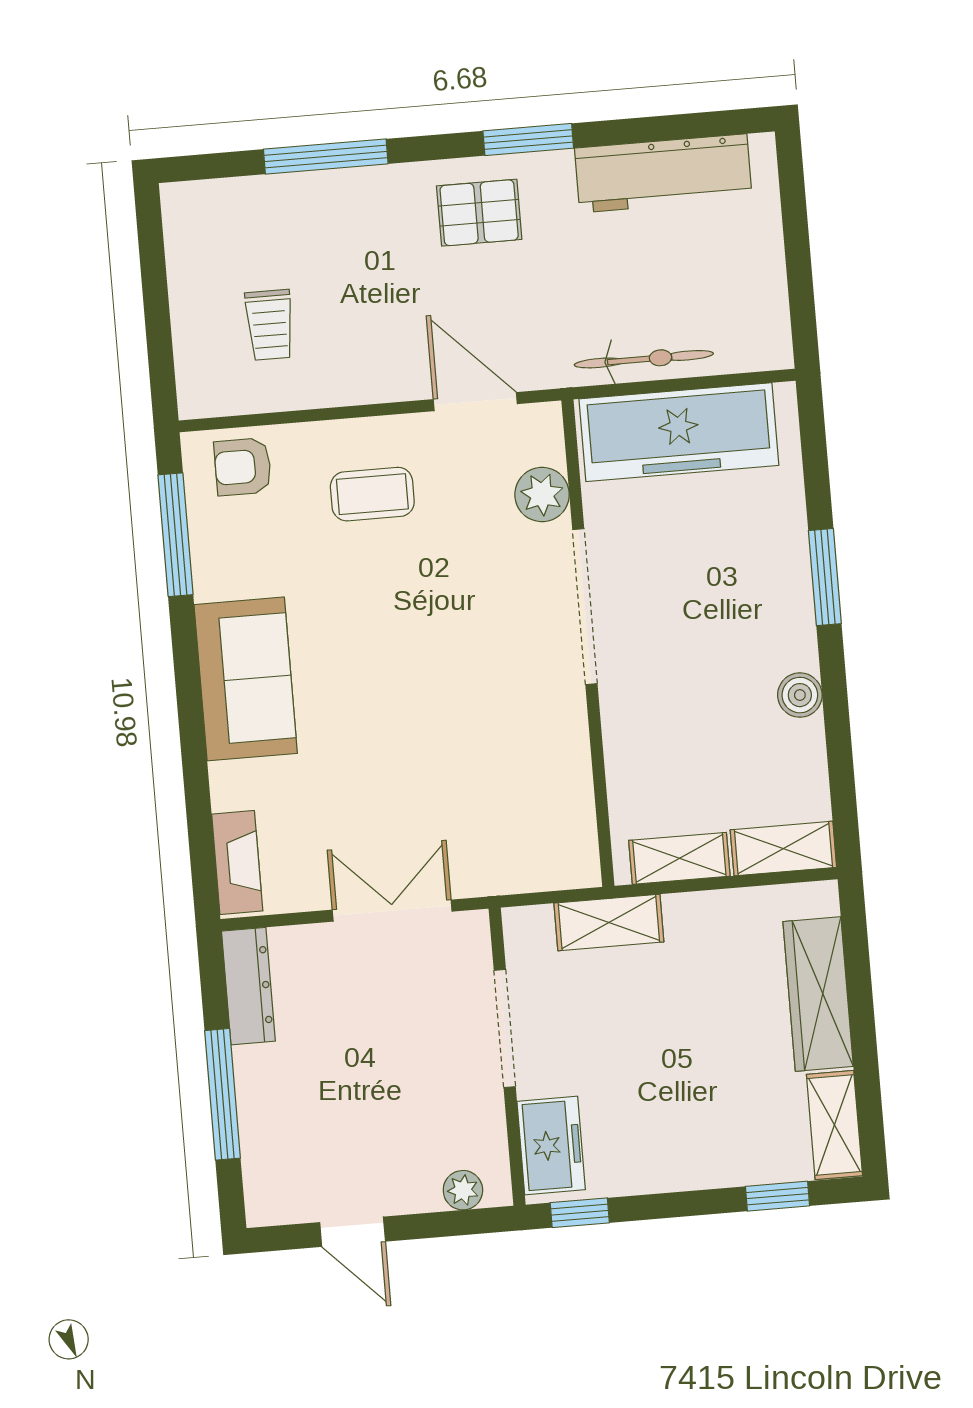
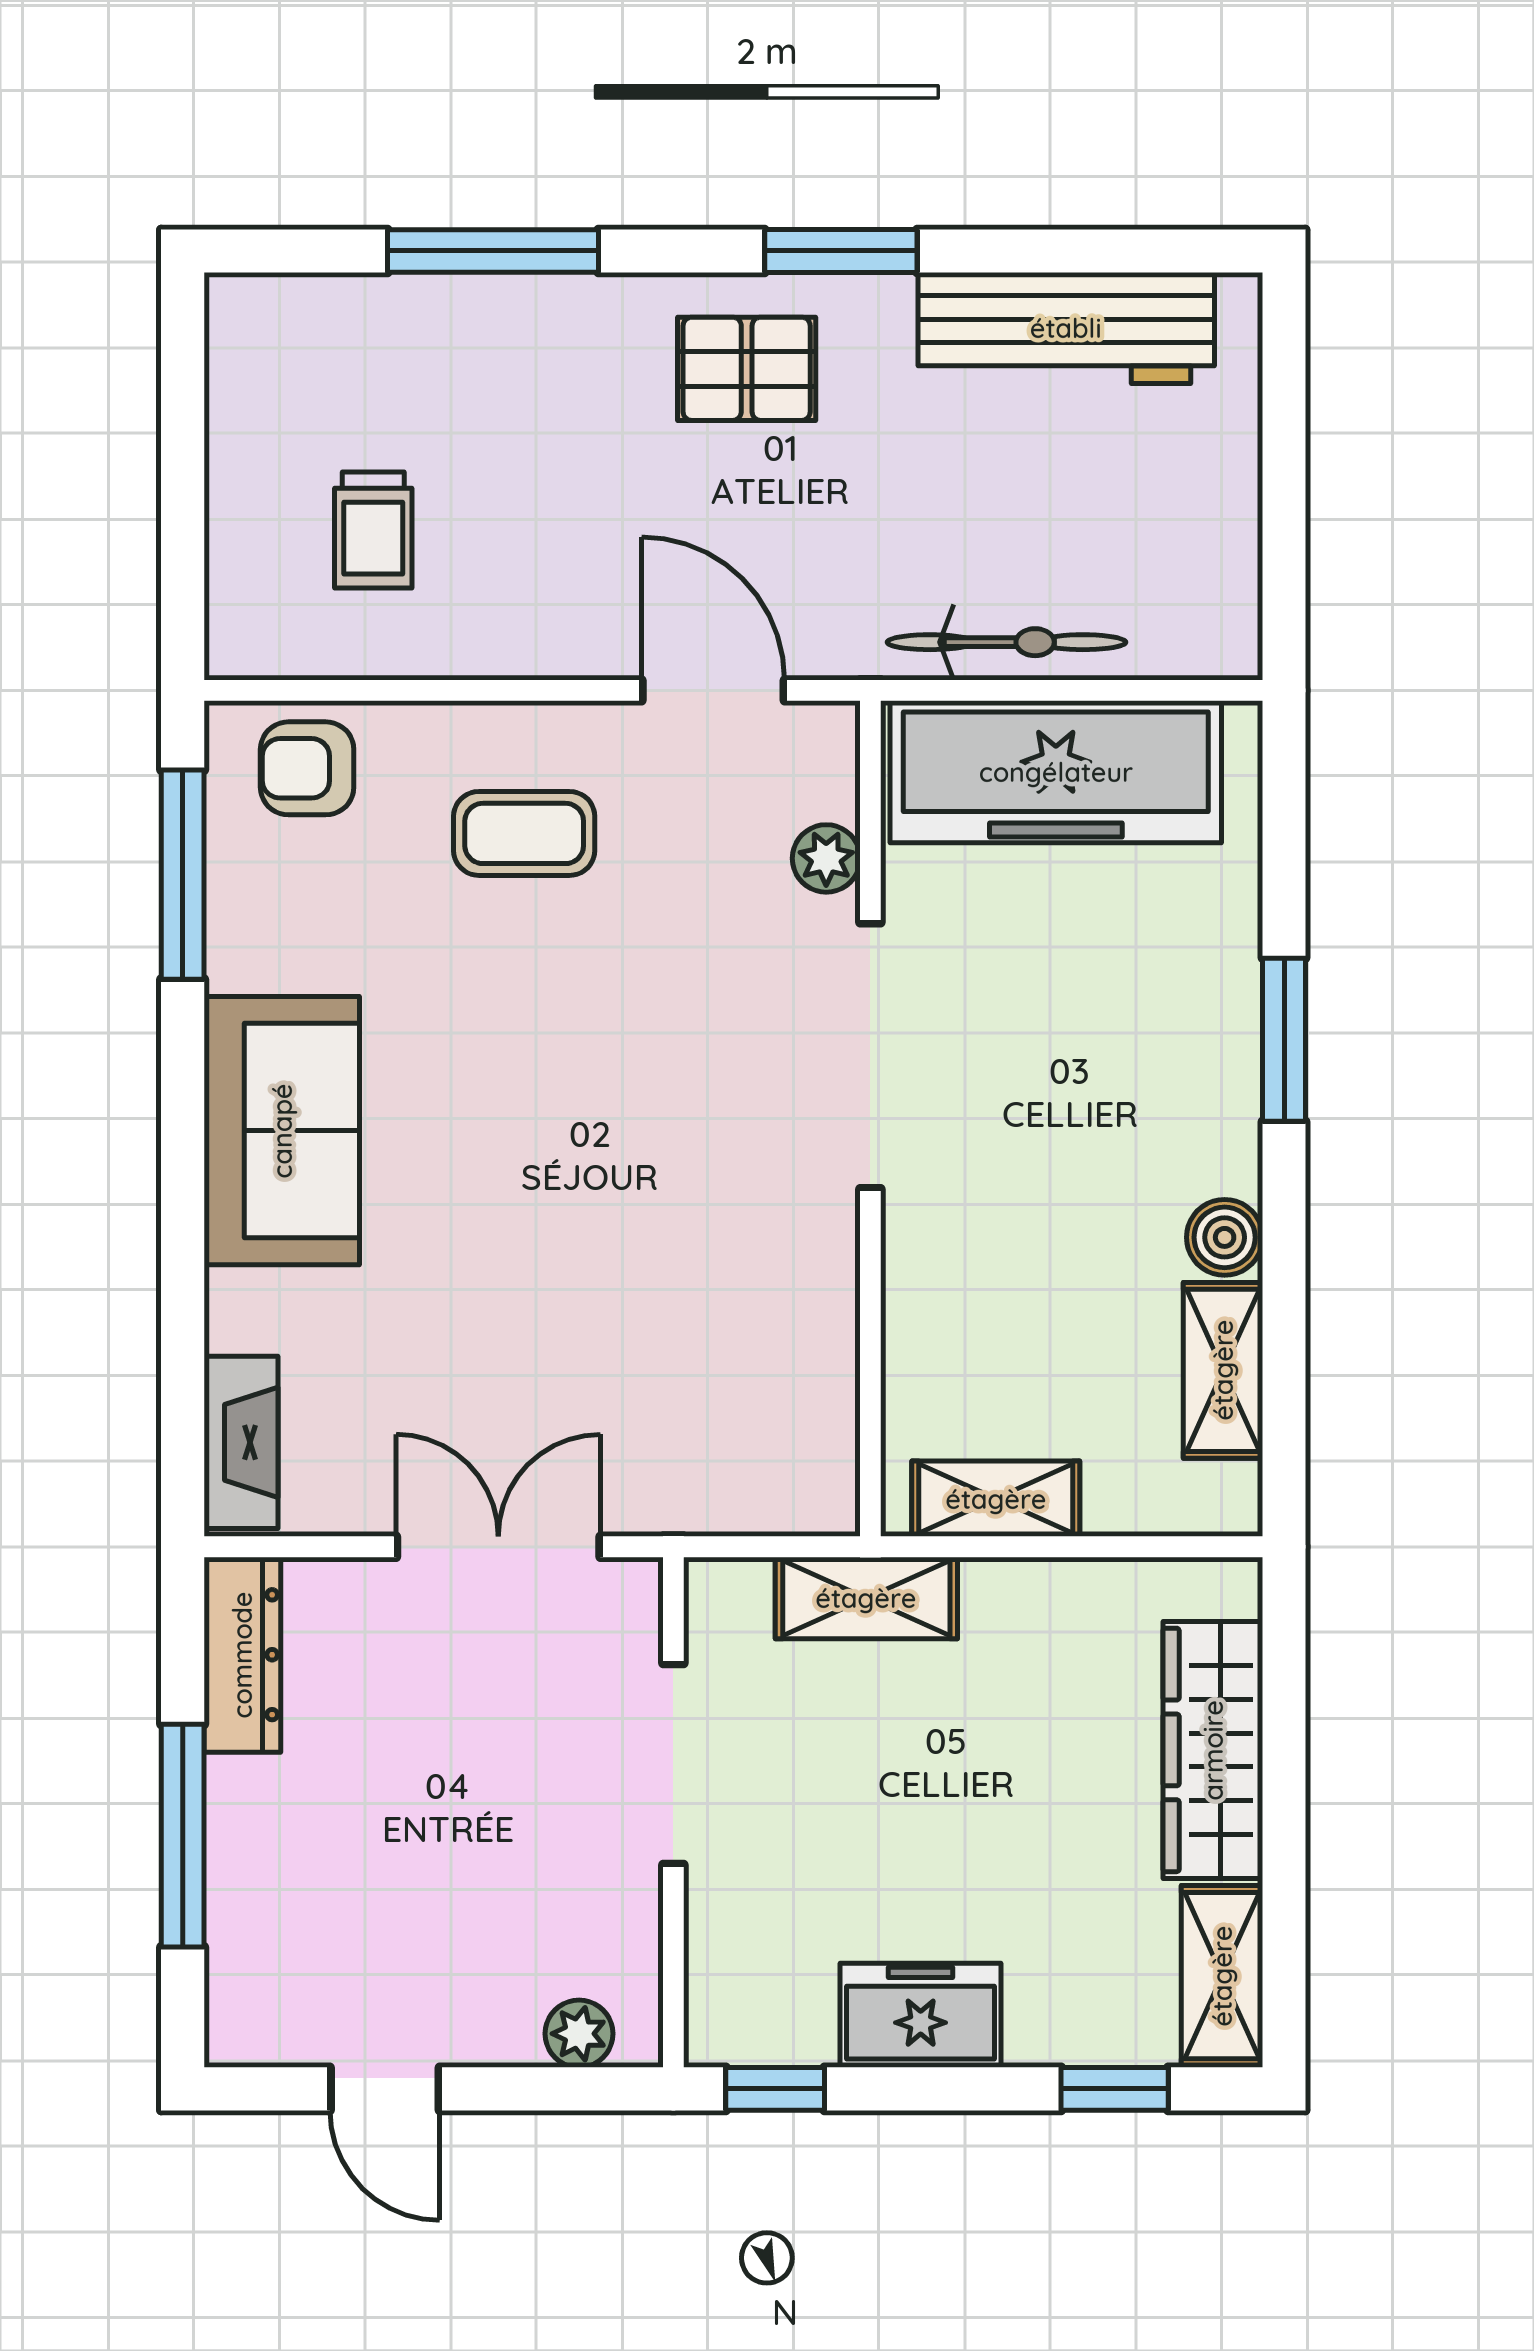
plant: (542, 494) -> (826, 858), width x0.73, depth x0.73
shelving: (783, 849) -> (1223, 1370), moved, turned 90
freezer: (551, 1146) -> (921, 2015), moved, turned -90

